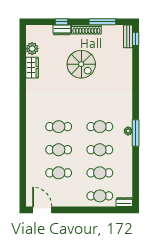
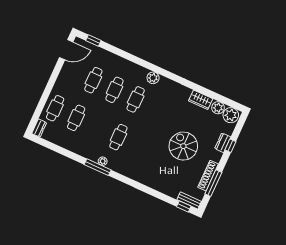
shoe rack: (86, 30) -> (208, 176), moved
plant: (34, 34) -> (231, 115), added
spiral stairs: (81, 64) -> (183, 146), turned 90
plant: (32, 120) -> (153, 78), added
cafe table: (100, 150) -> (97, 127), removed
window: (23, 189) -> (93, 41), added

